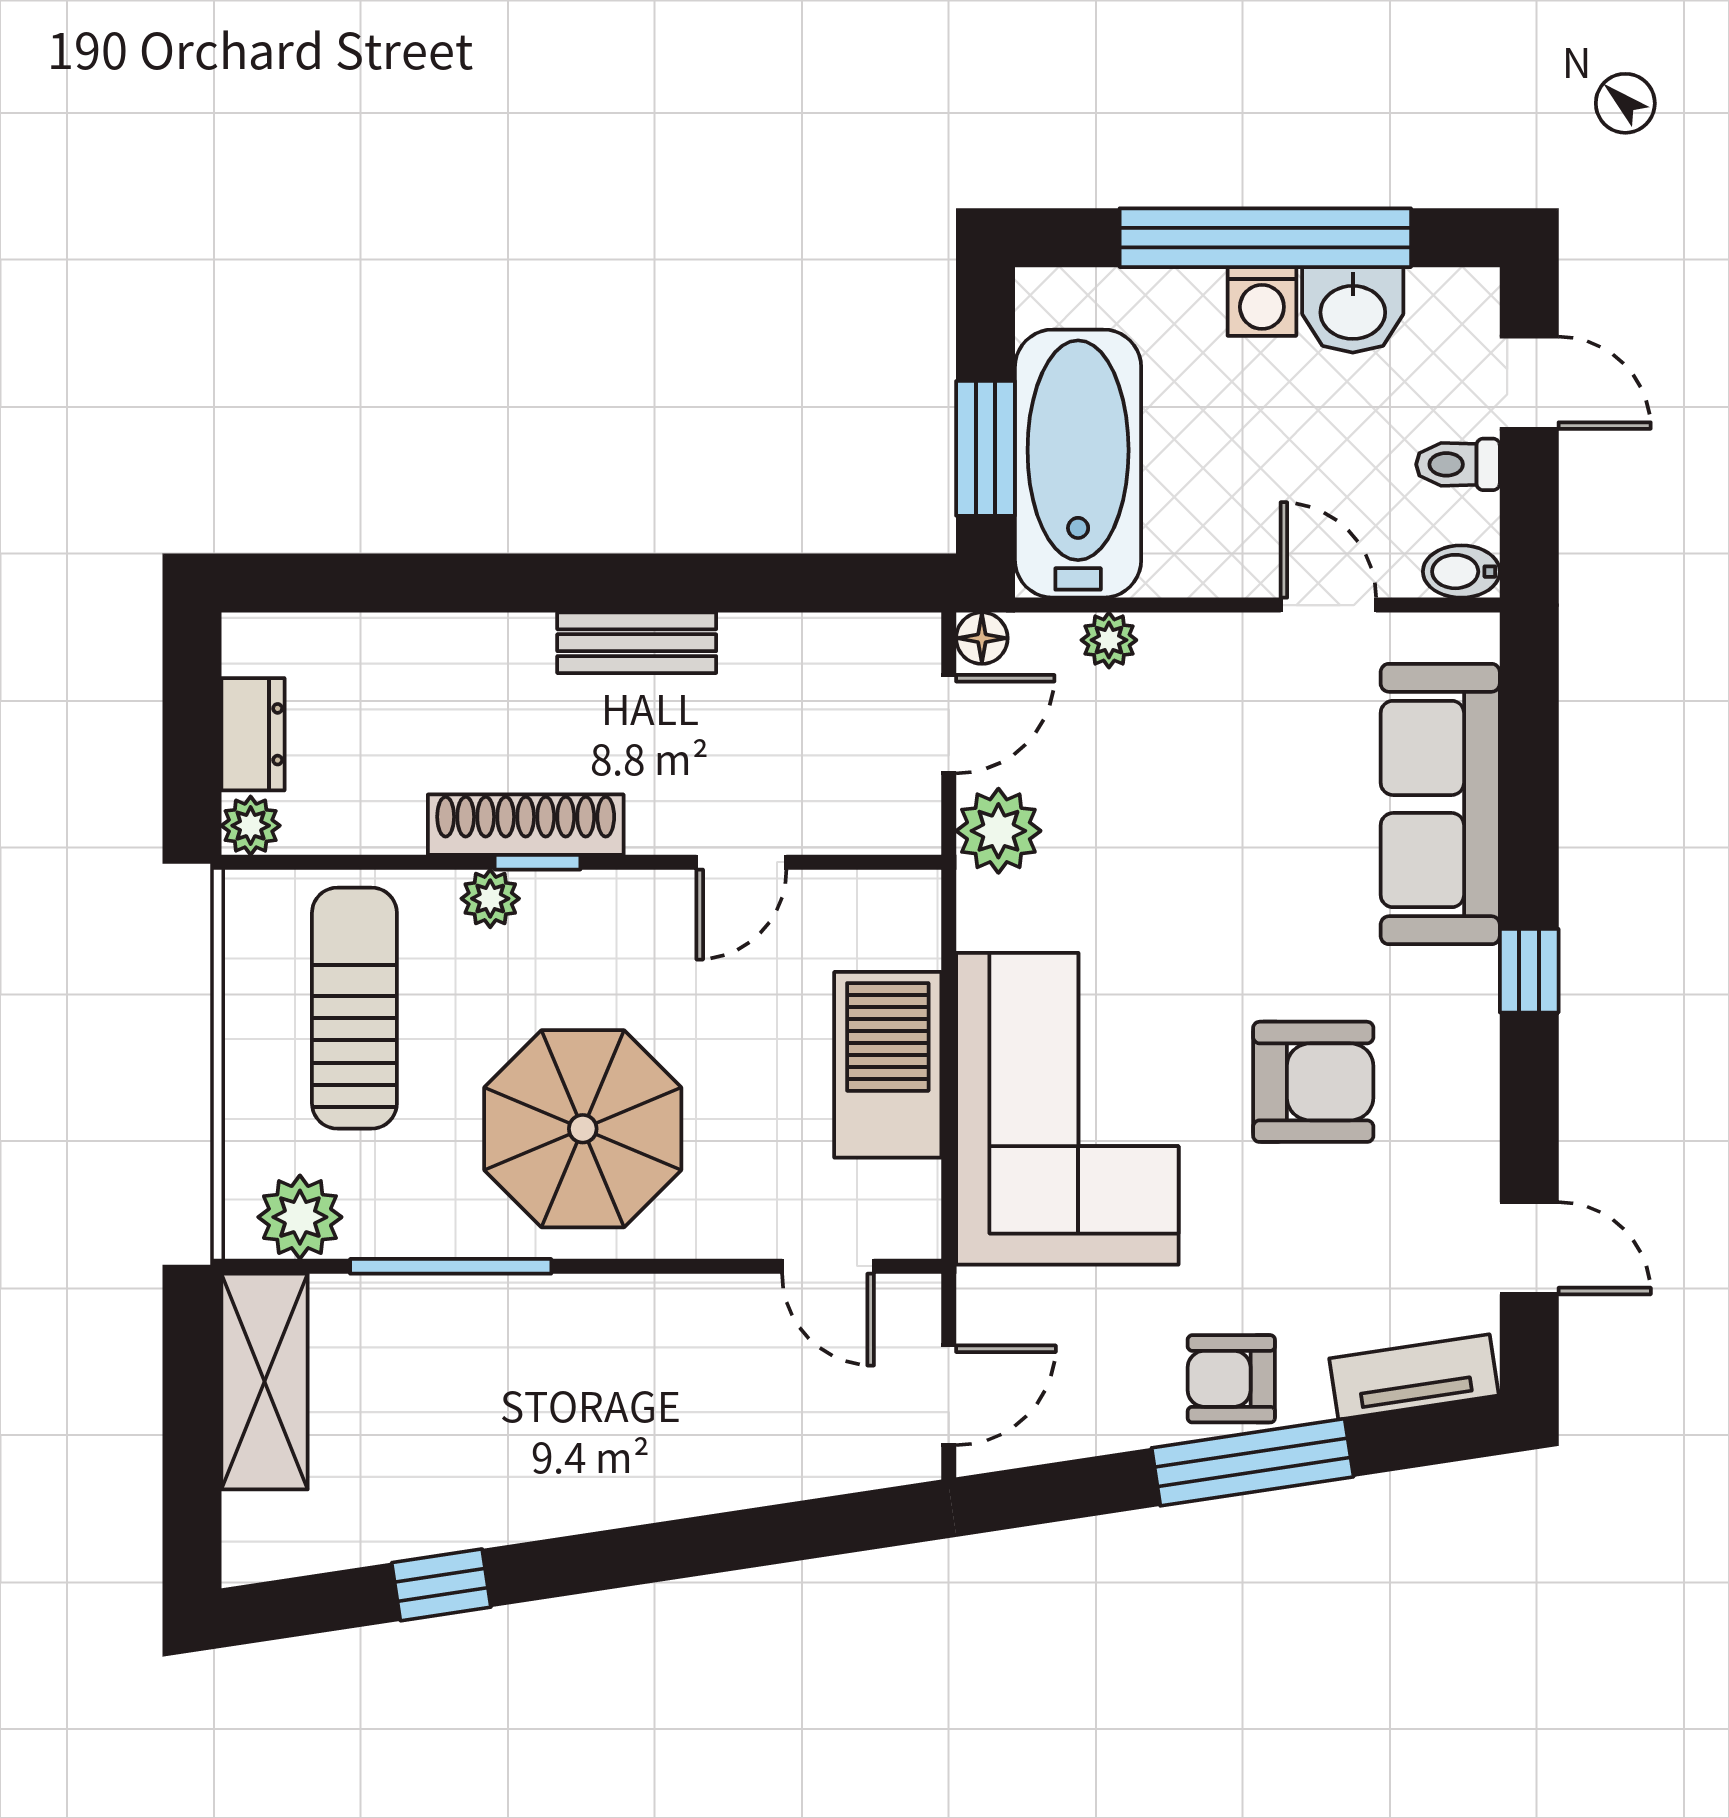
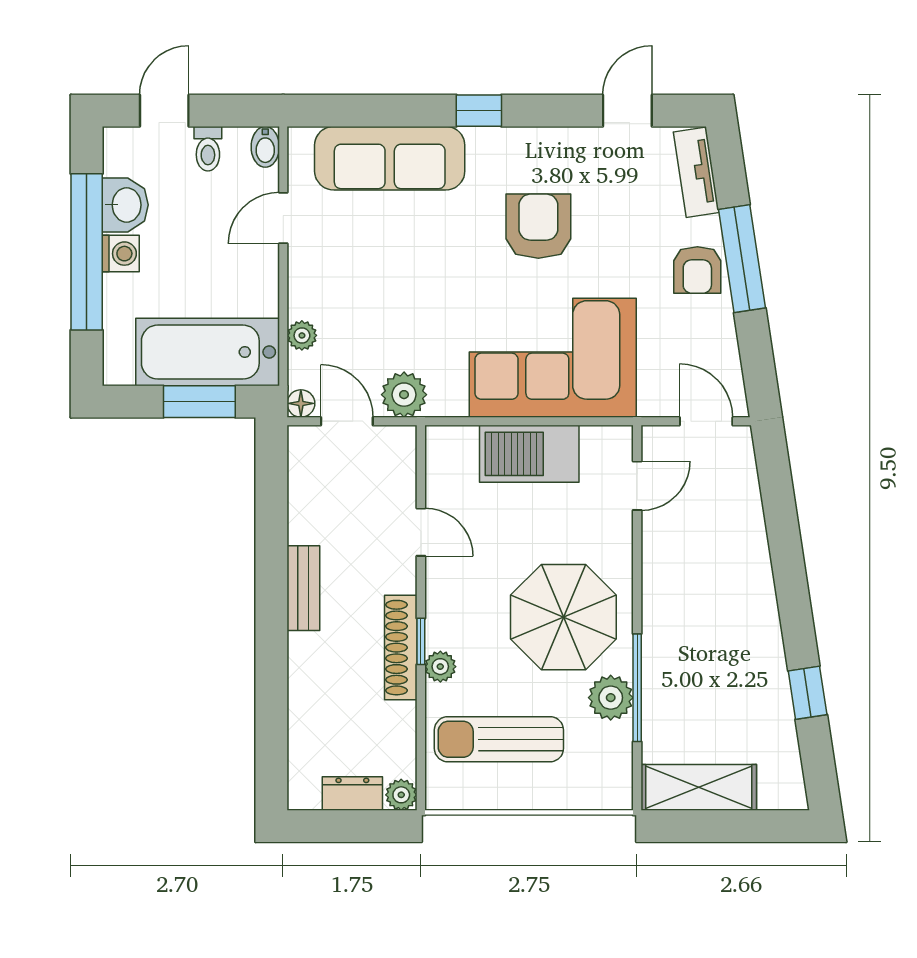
plant: (300, 1217) -> (611, 698), moved

